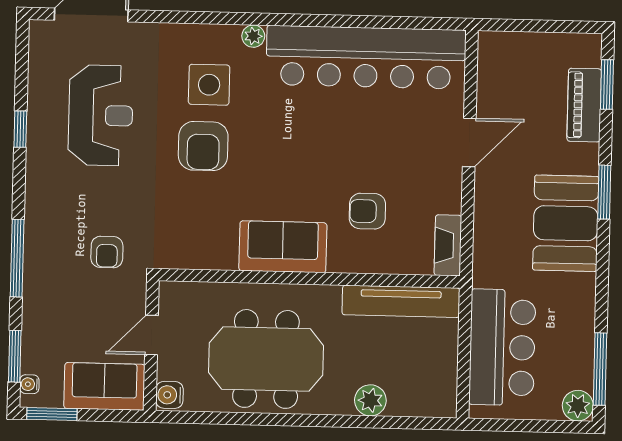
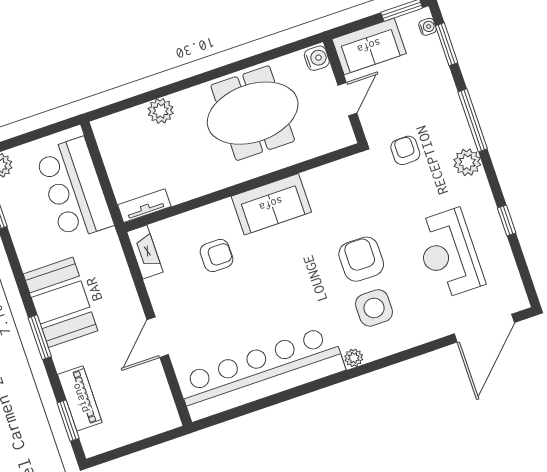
plant: (41, 212) -> (467, 162), added
tv unit: (401, 301) -> (144, 206), width x0.52, depth x0.78

